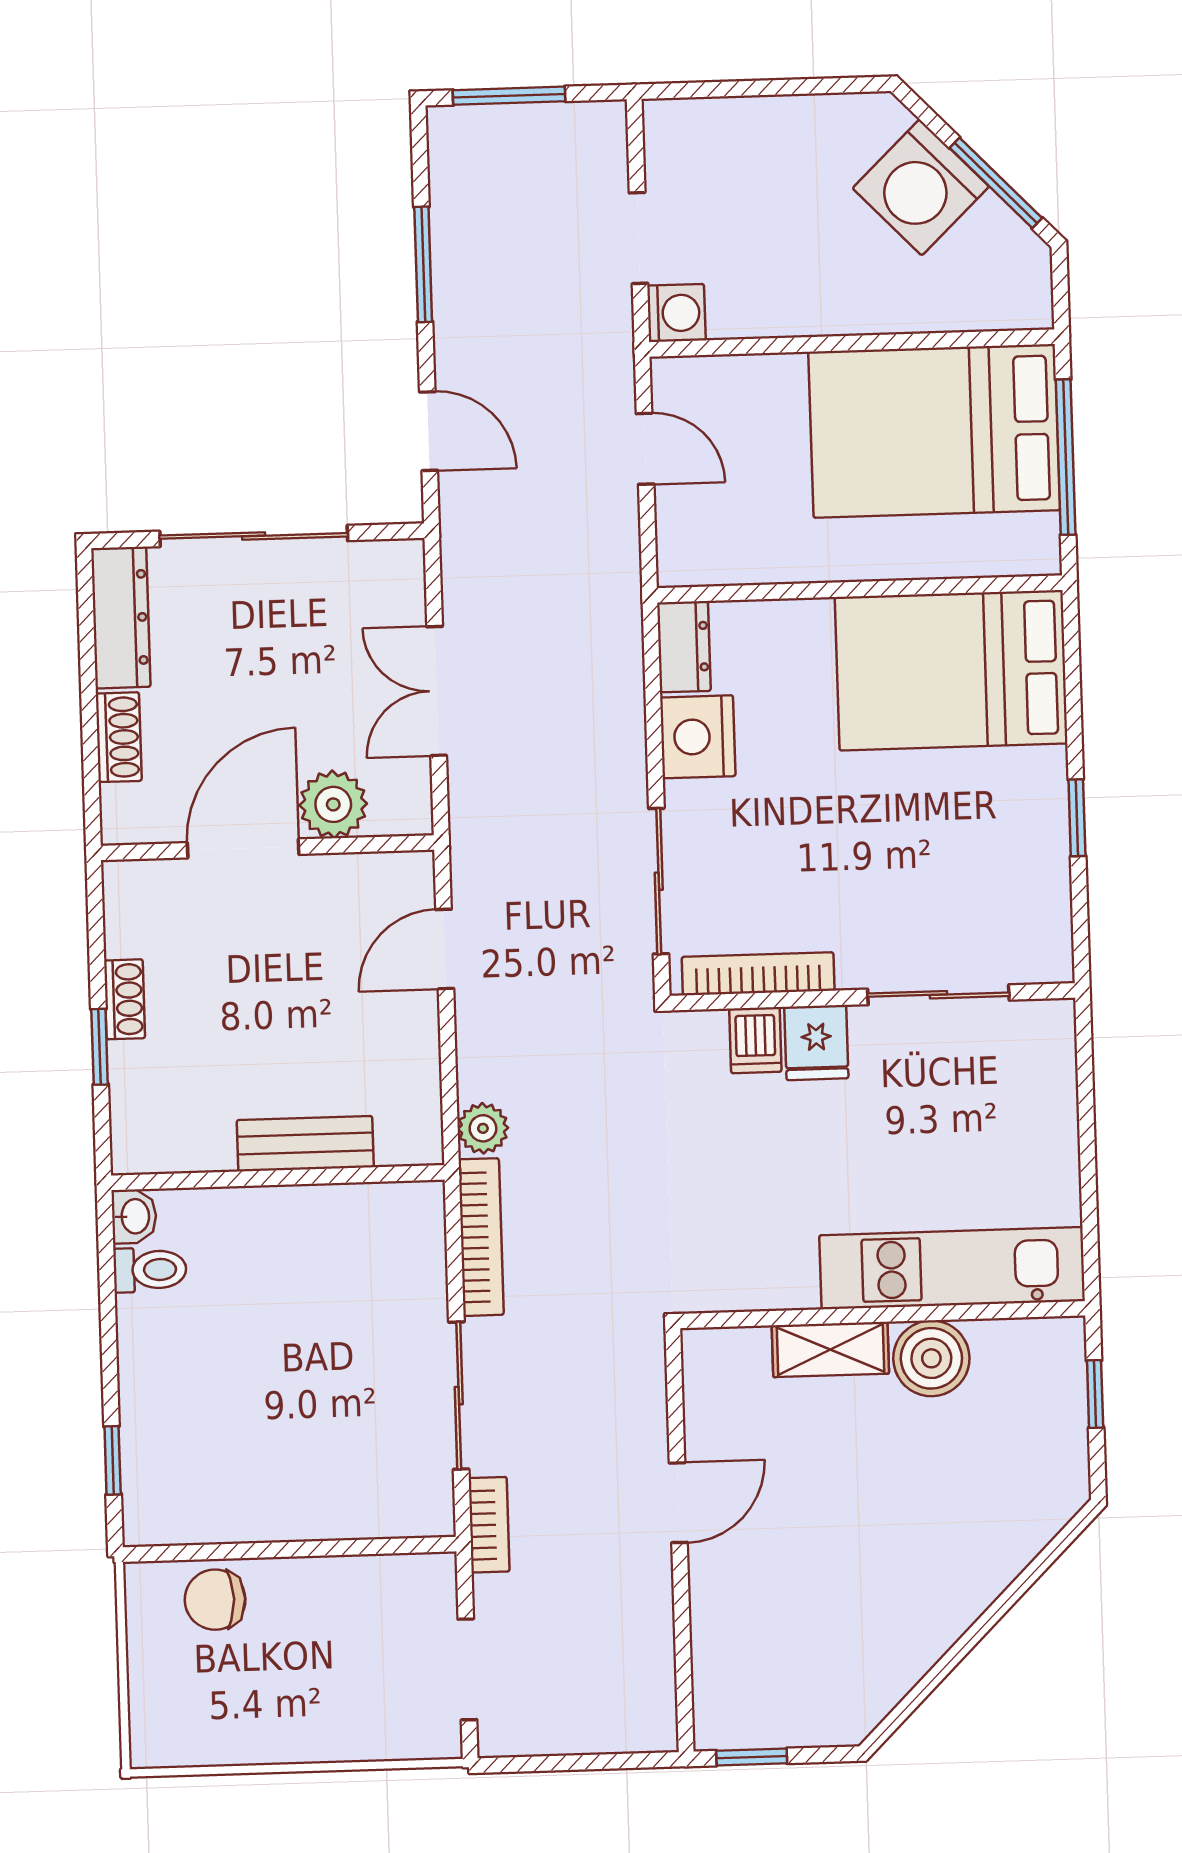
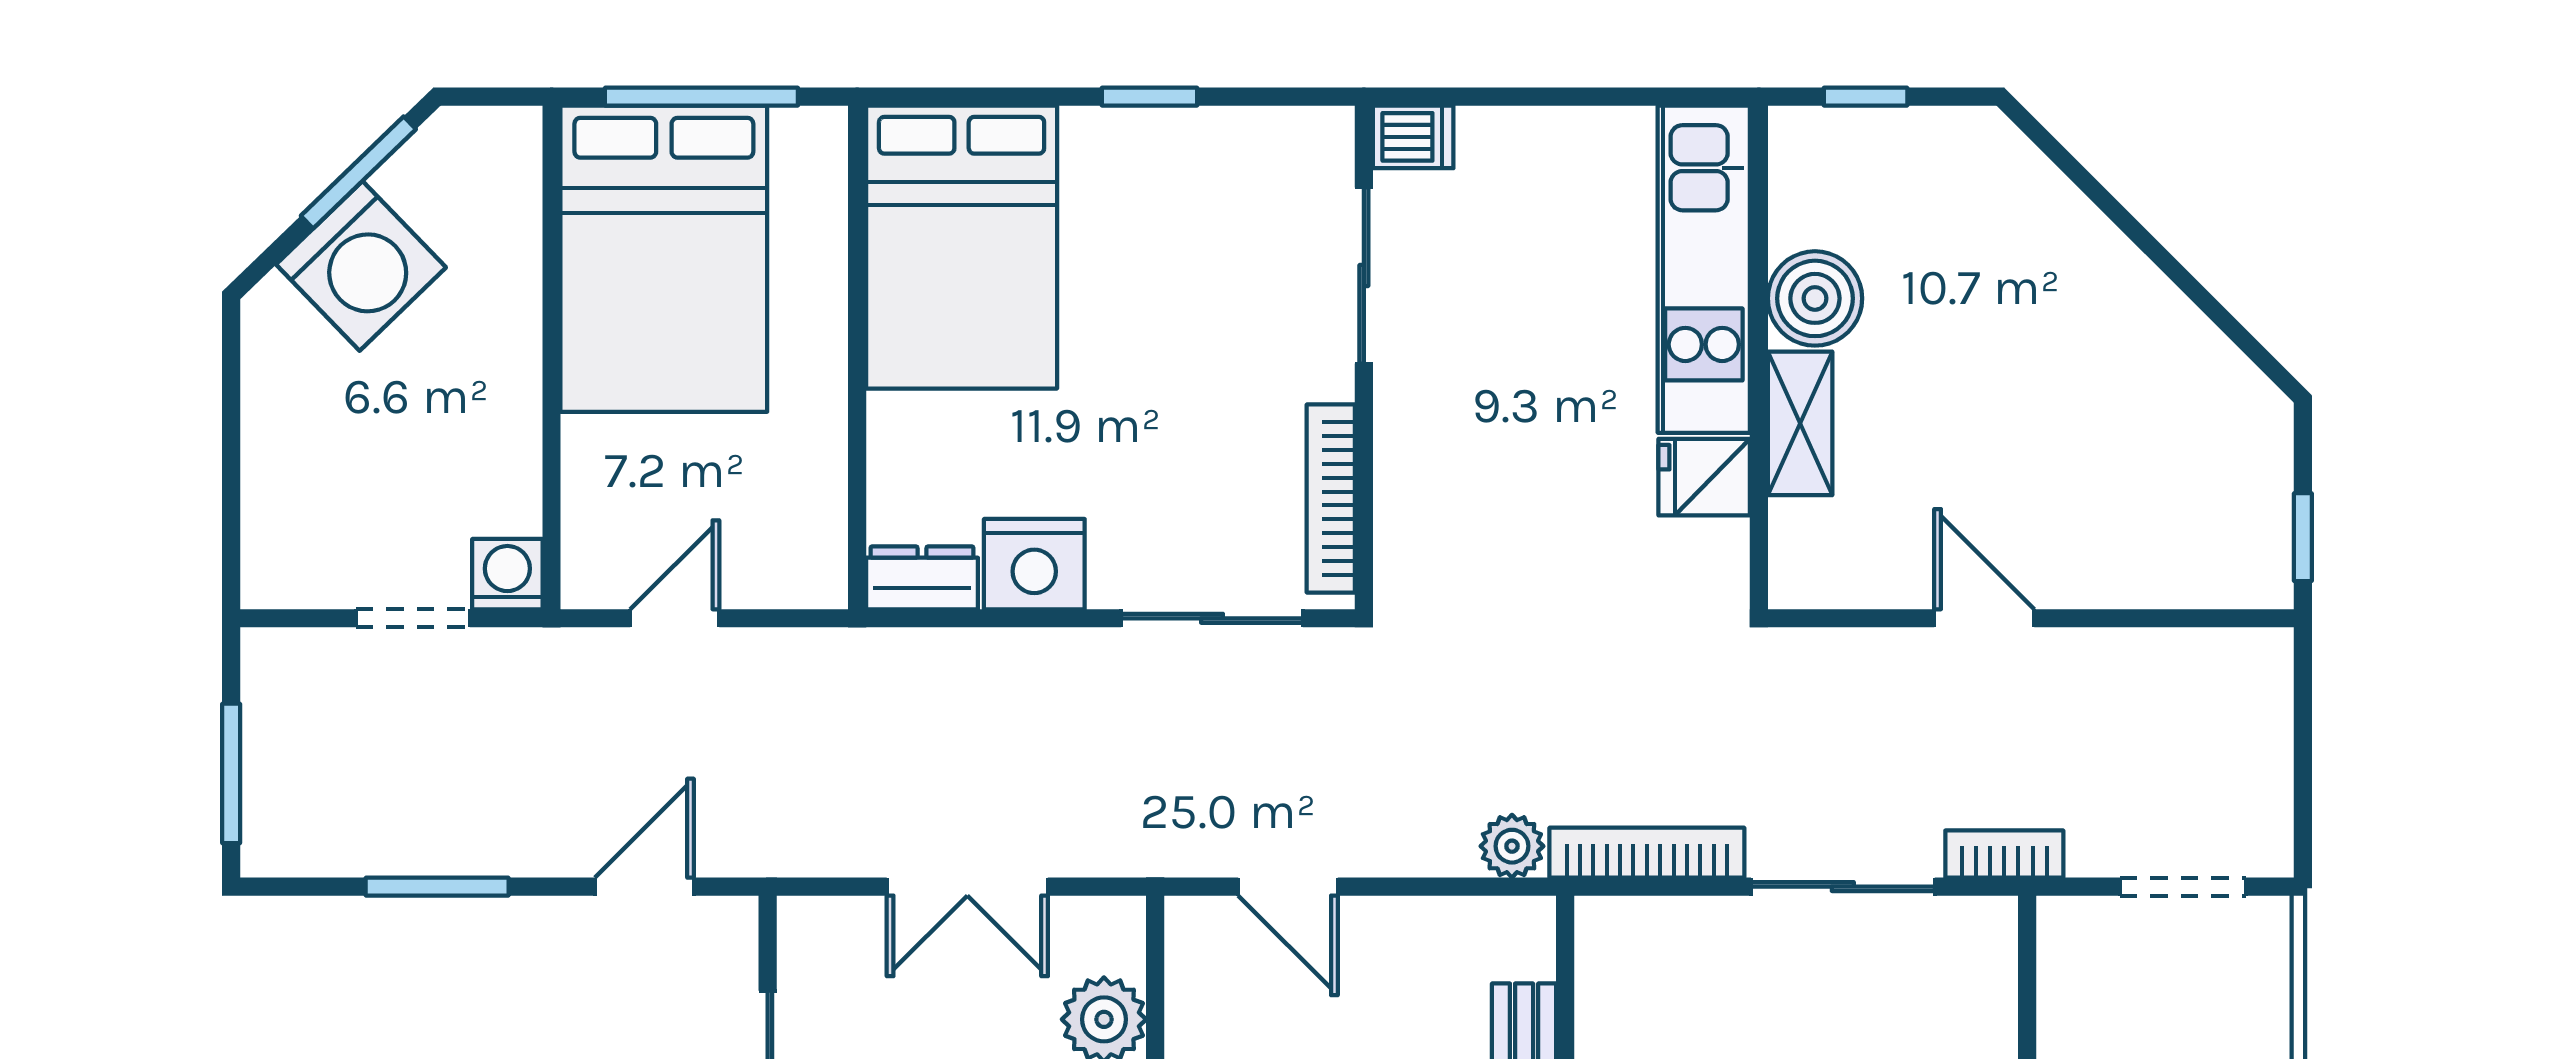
dishwasher: (755, 1040) -> (1413, 137), moved
fridge: (816, 1043) -> (1704, 477), moved, turned 180

